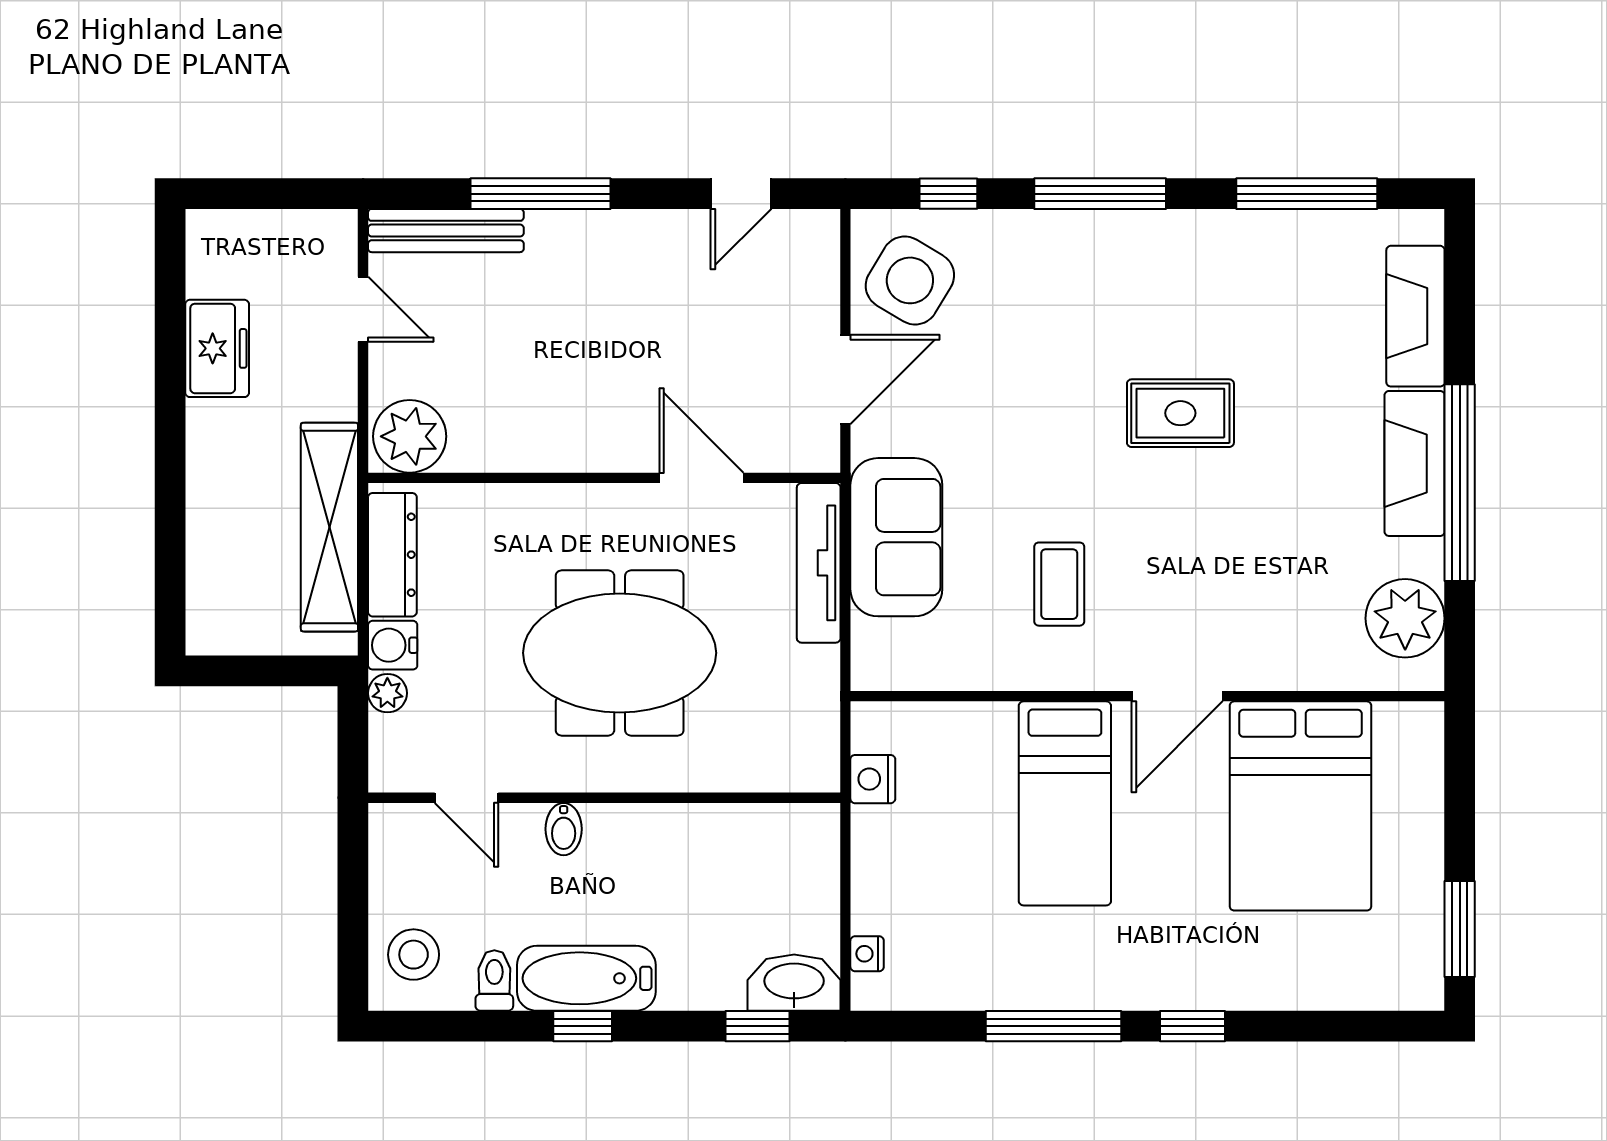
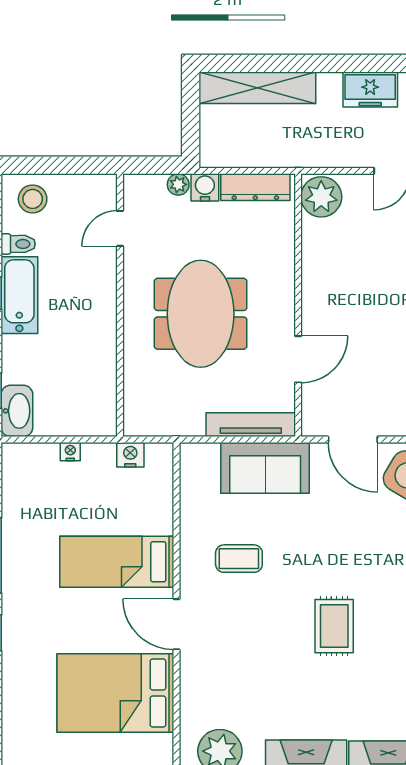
shelving: (329, 527) -> (257, 88), moved
bidet: (564, 829) -> (102, 283), removed
nightstand: (867, 954) -> (70, 452), moved

